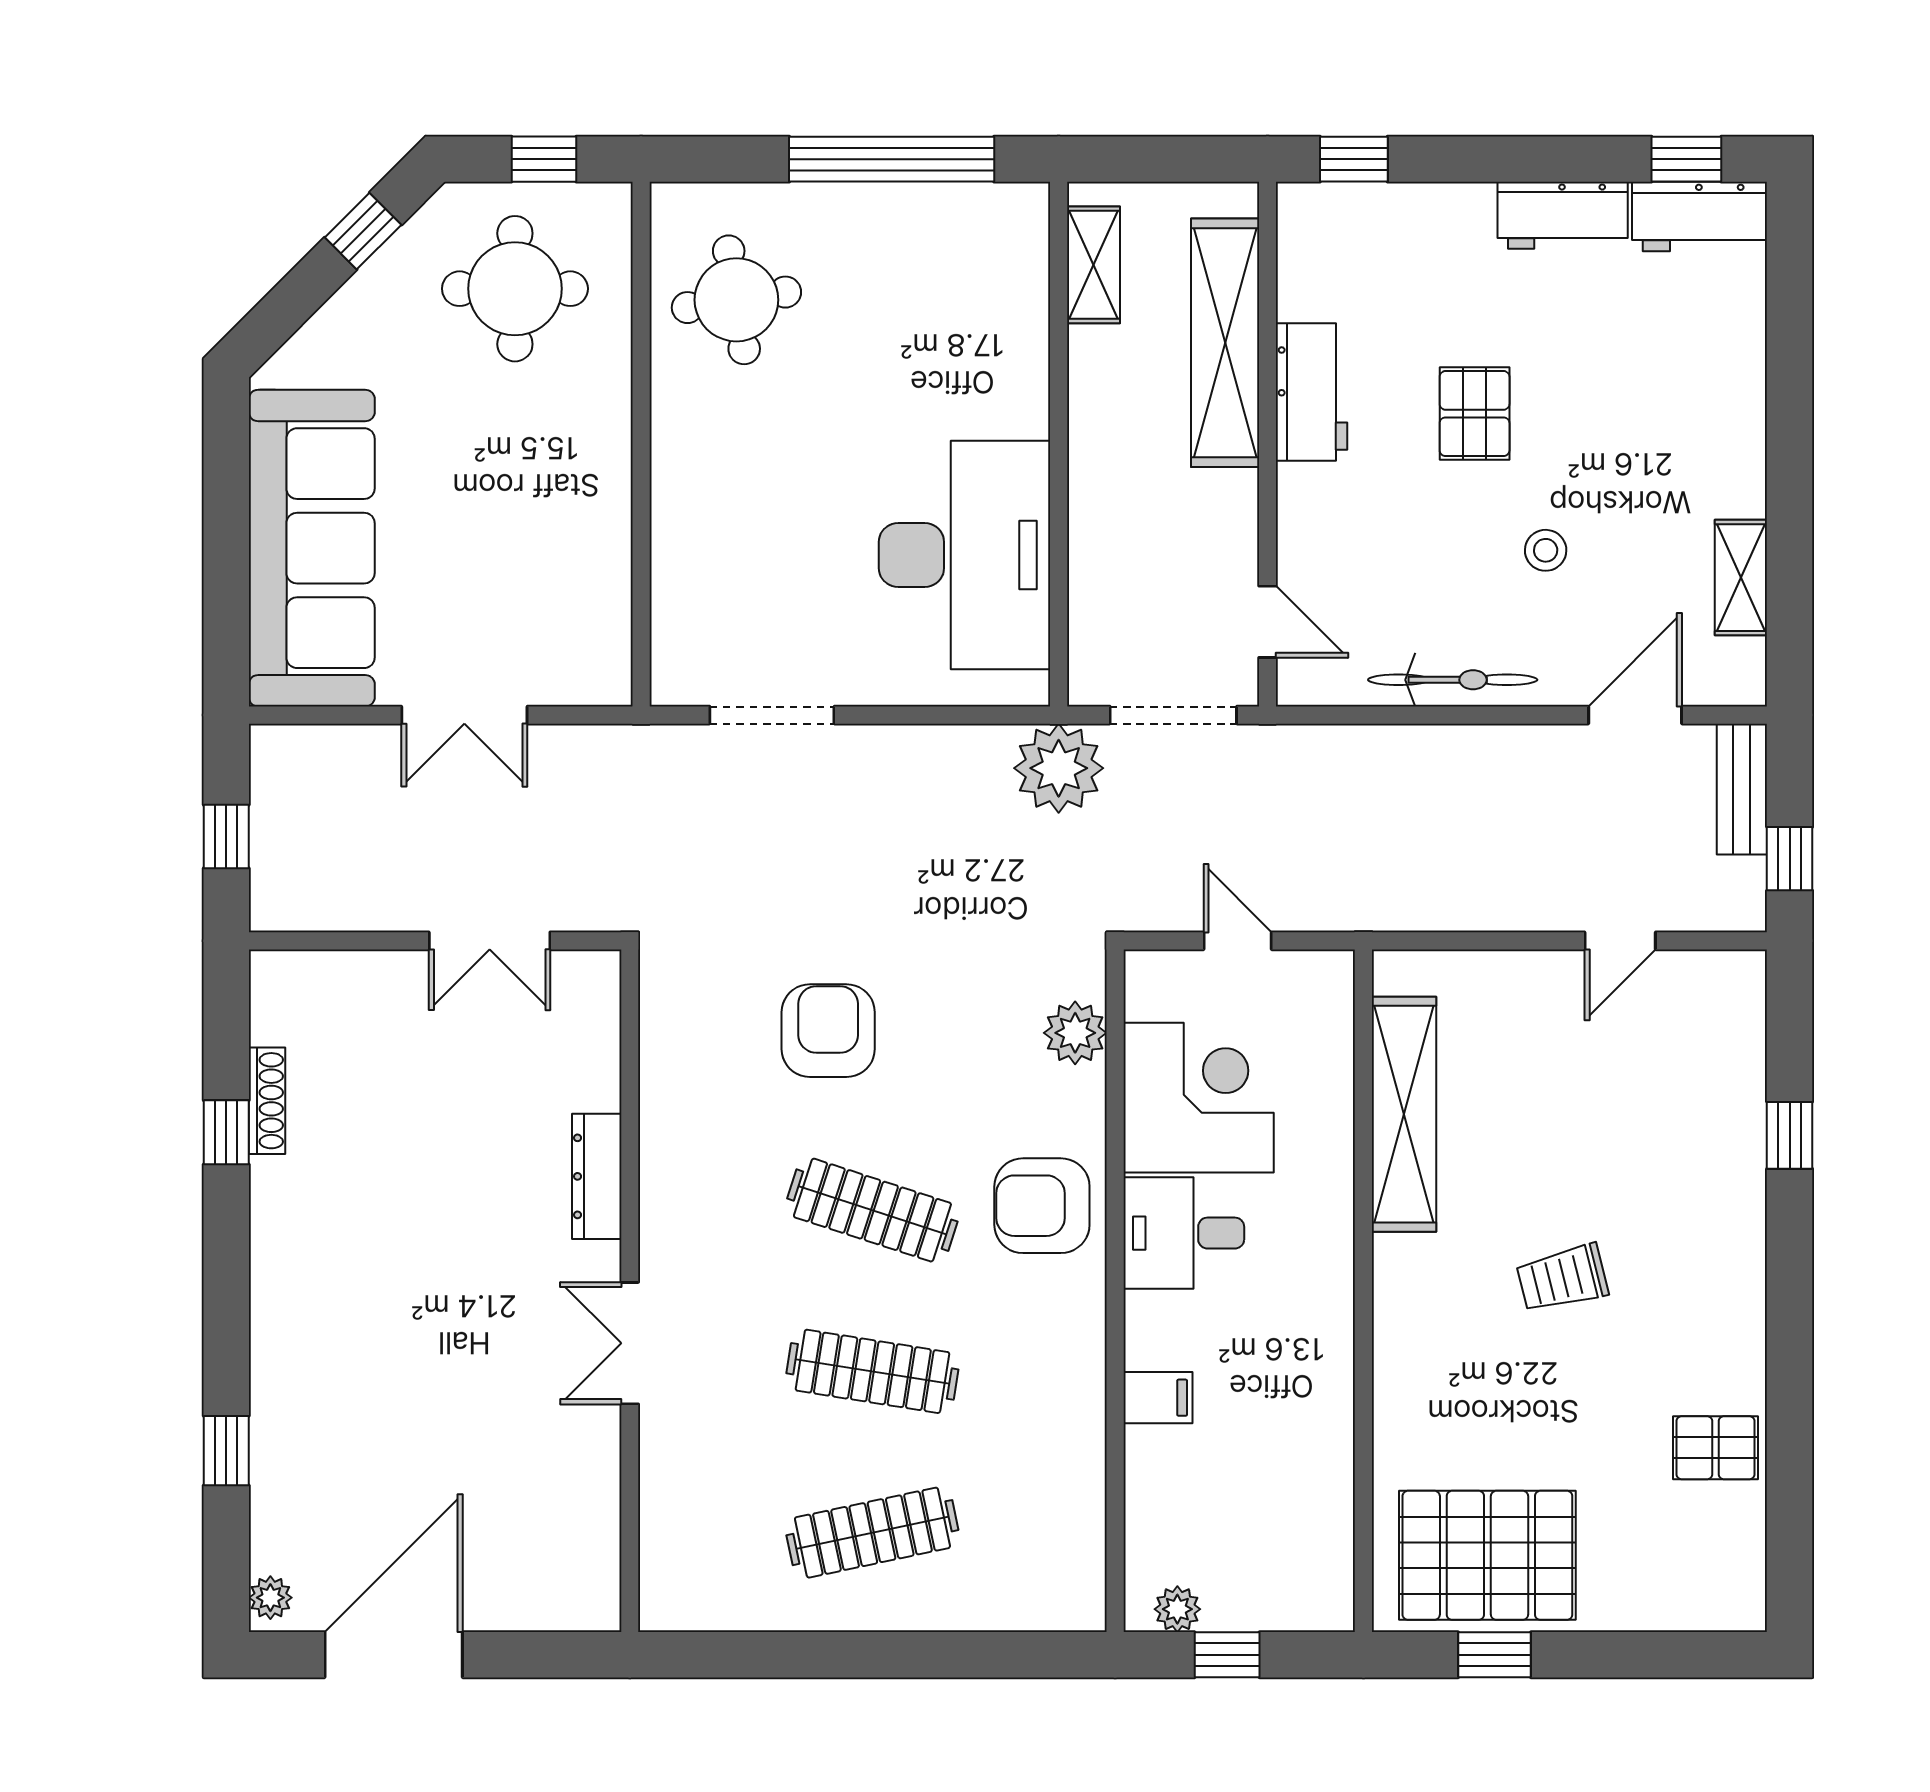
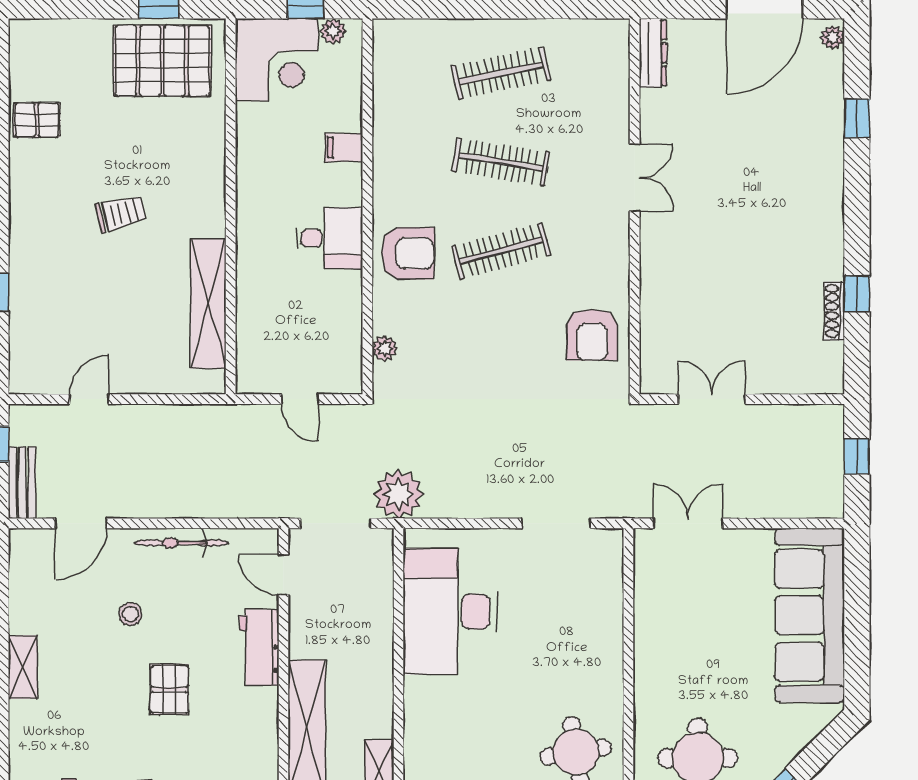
workbench: (1312, 392) -> (259, 647), moved
shelving: (1741, 578) -> (23, 667), moved
double door: (464, 715) -> (688, 523), moved
armchair: (828, 1031) -> (592, 335), moved
plant: (1075, 1033) -> (385, 348), width x0.73, depth x0.73
corner desk: (1199, 1098) -> (277, 60), moved, turned -90
dresser: (597, 1176) -> (653, 53), moved
clothes rail: (872, 1210) -> (501, 251), turned -33

